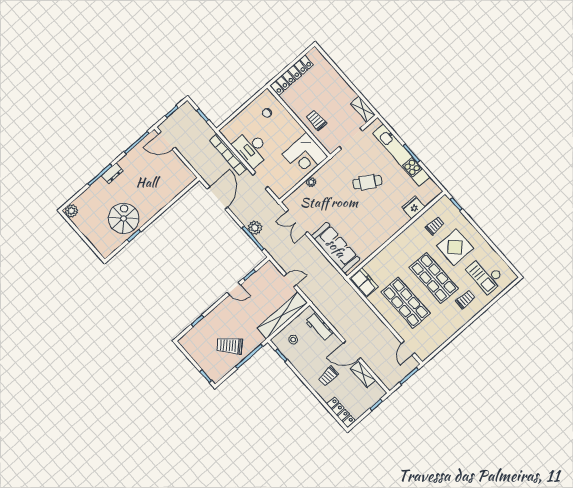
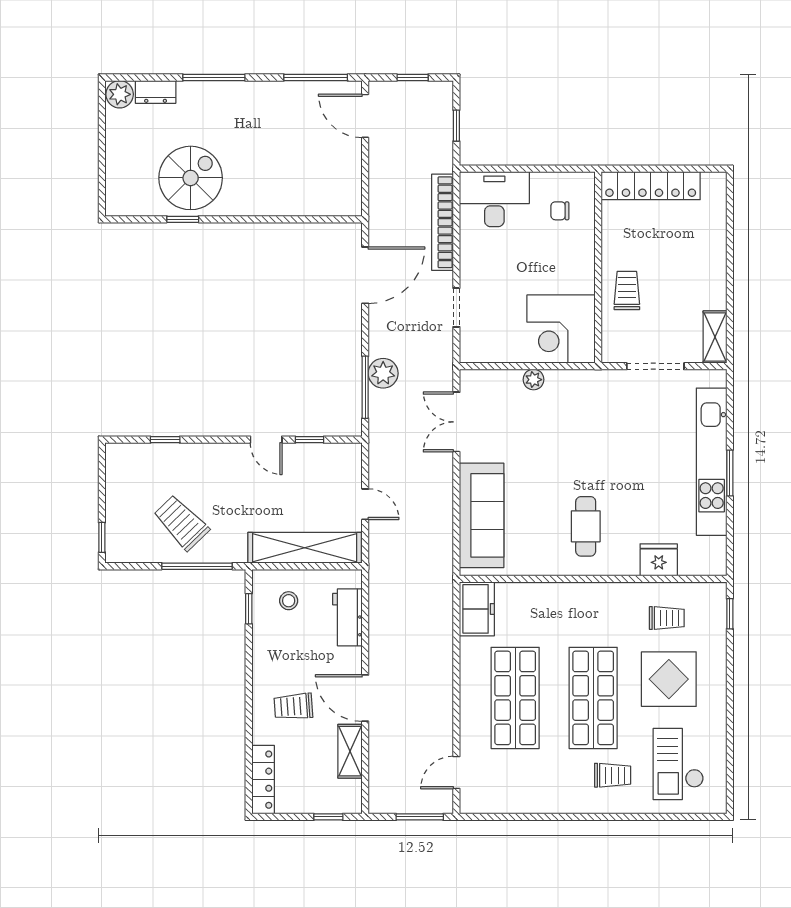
desk: (252, 148) -> (494, 199), moved, turned 90
dresser: (112, 173) -> (156, 92), moved
cafe table: (367, 182) -> (586, 526), moved, turned 58

